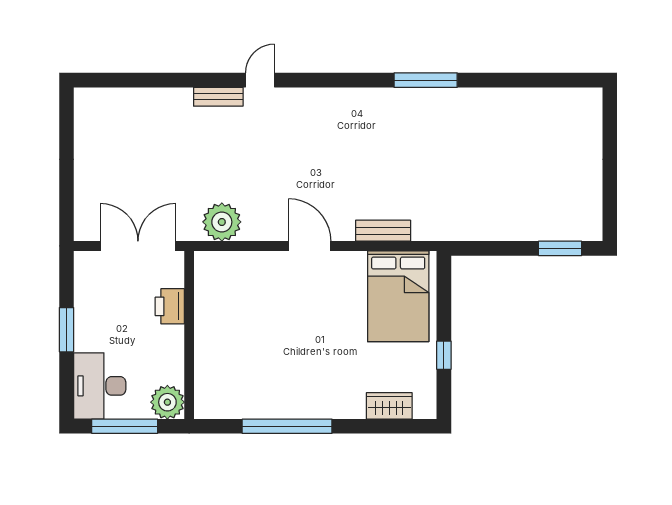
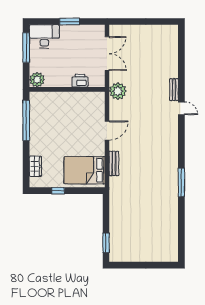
printer: (170, 306) -> (80, 81), moved
wall: (189, 335) -> (67, 89), moved
plant: (167, 402) -> (37, 80), moved

